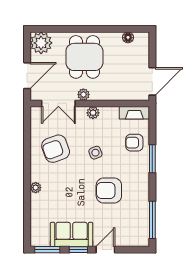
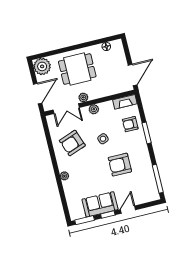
dining table: (84, 57) -> (77, 69), turned 90

